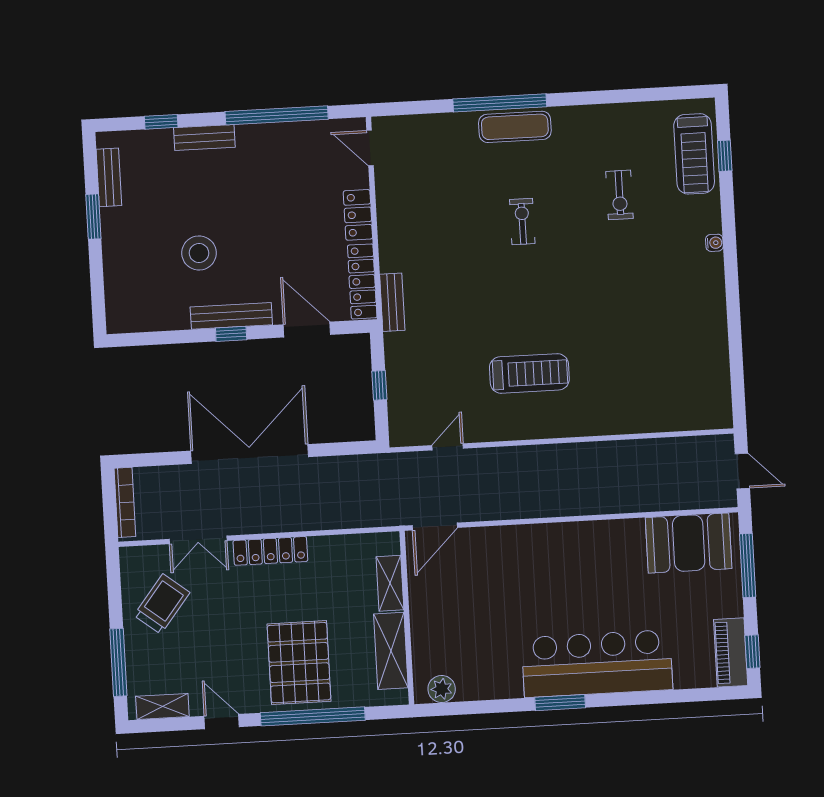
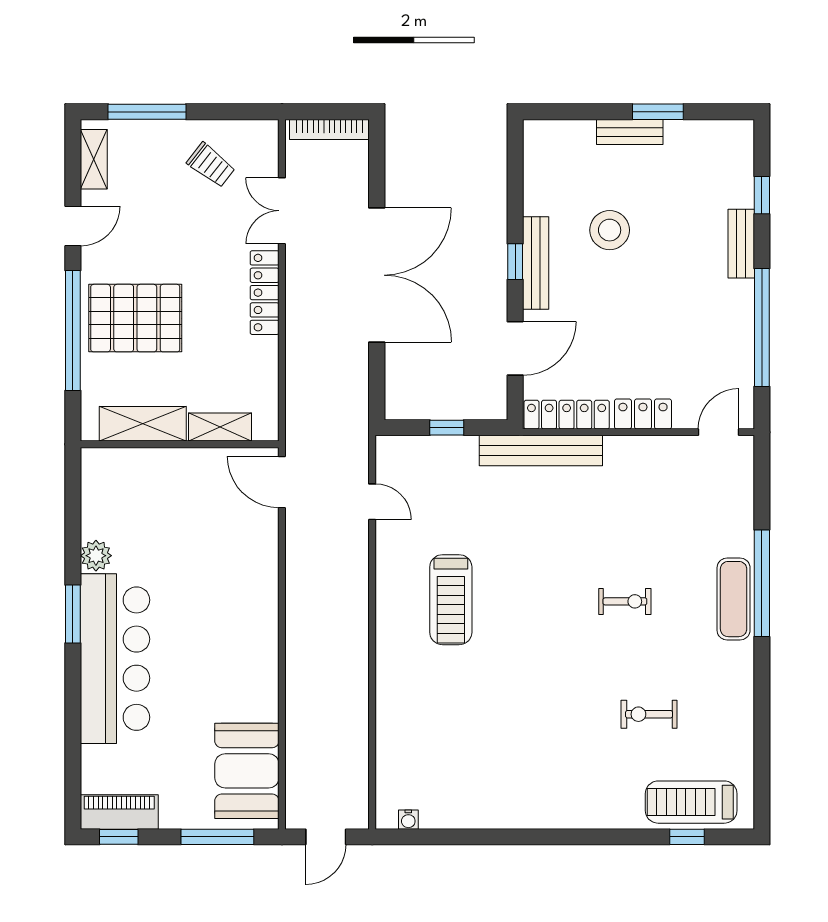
bench: (109, 177) -> (630, 132), moved
water cooler: (714, 243) -> (408, 820), moved
bench: (392, 302) -> (541, 451), width x1.86, depth x1.21
trolley: (162, 604) -> (211, 165), width x0.73, depth x0.72
plant: (442, 689) -> (96, 556), moved

